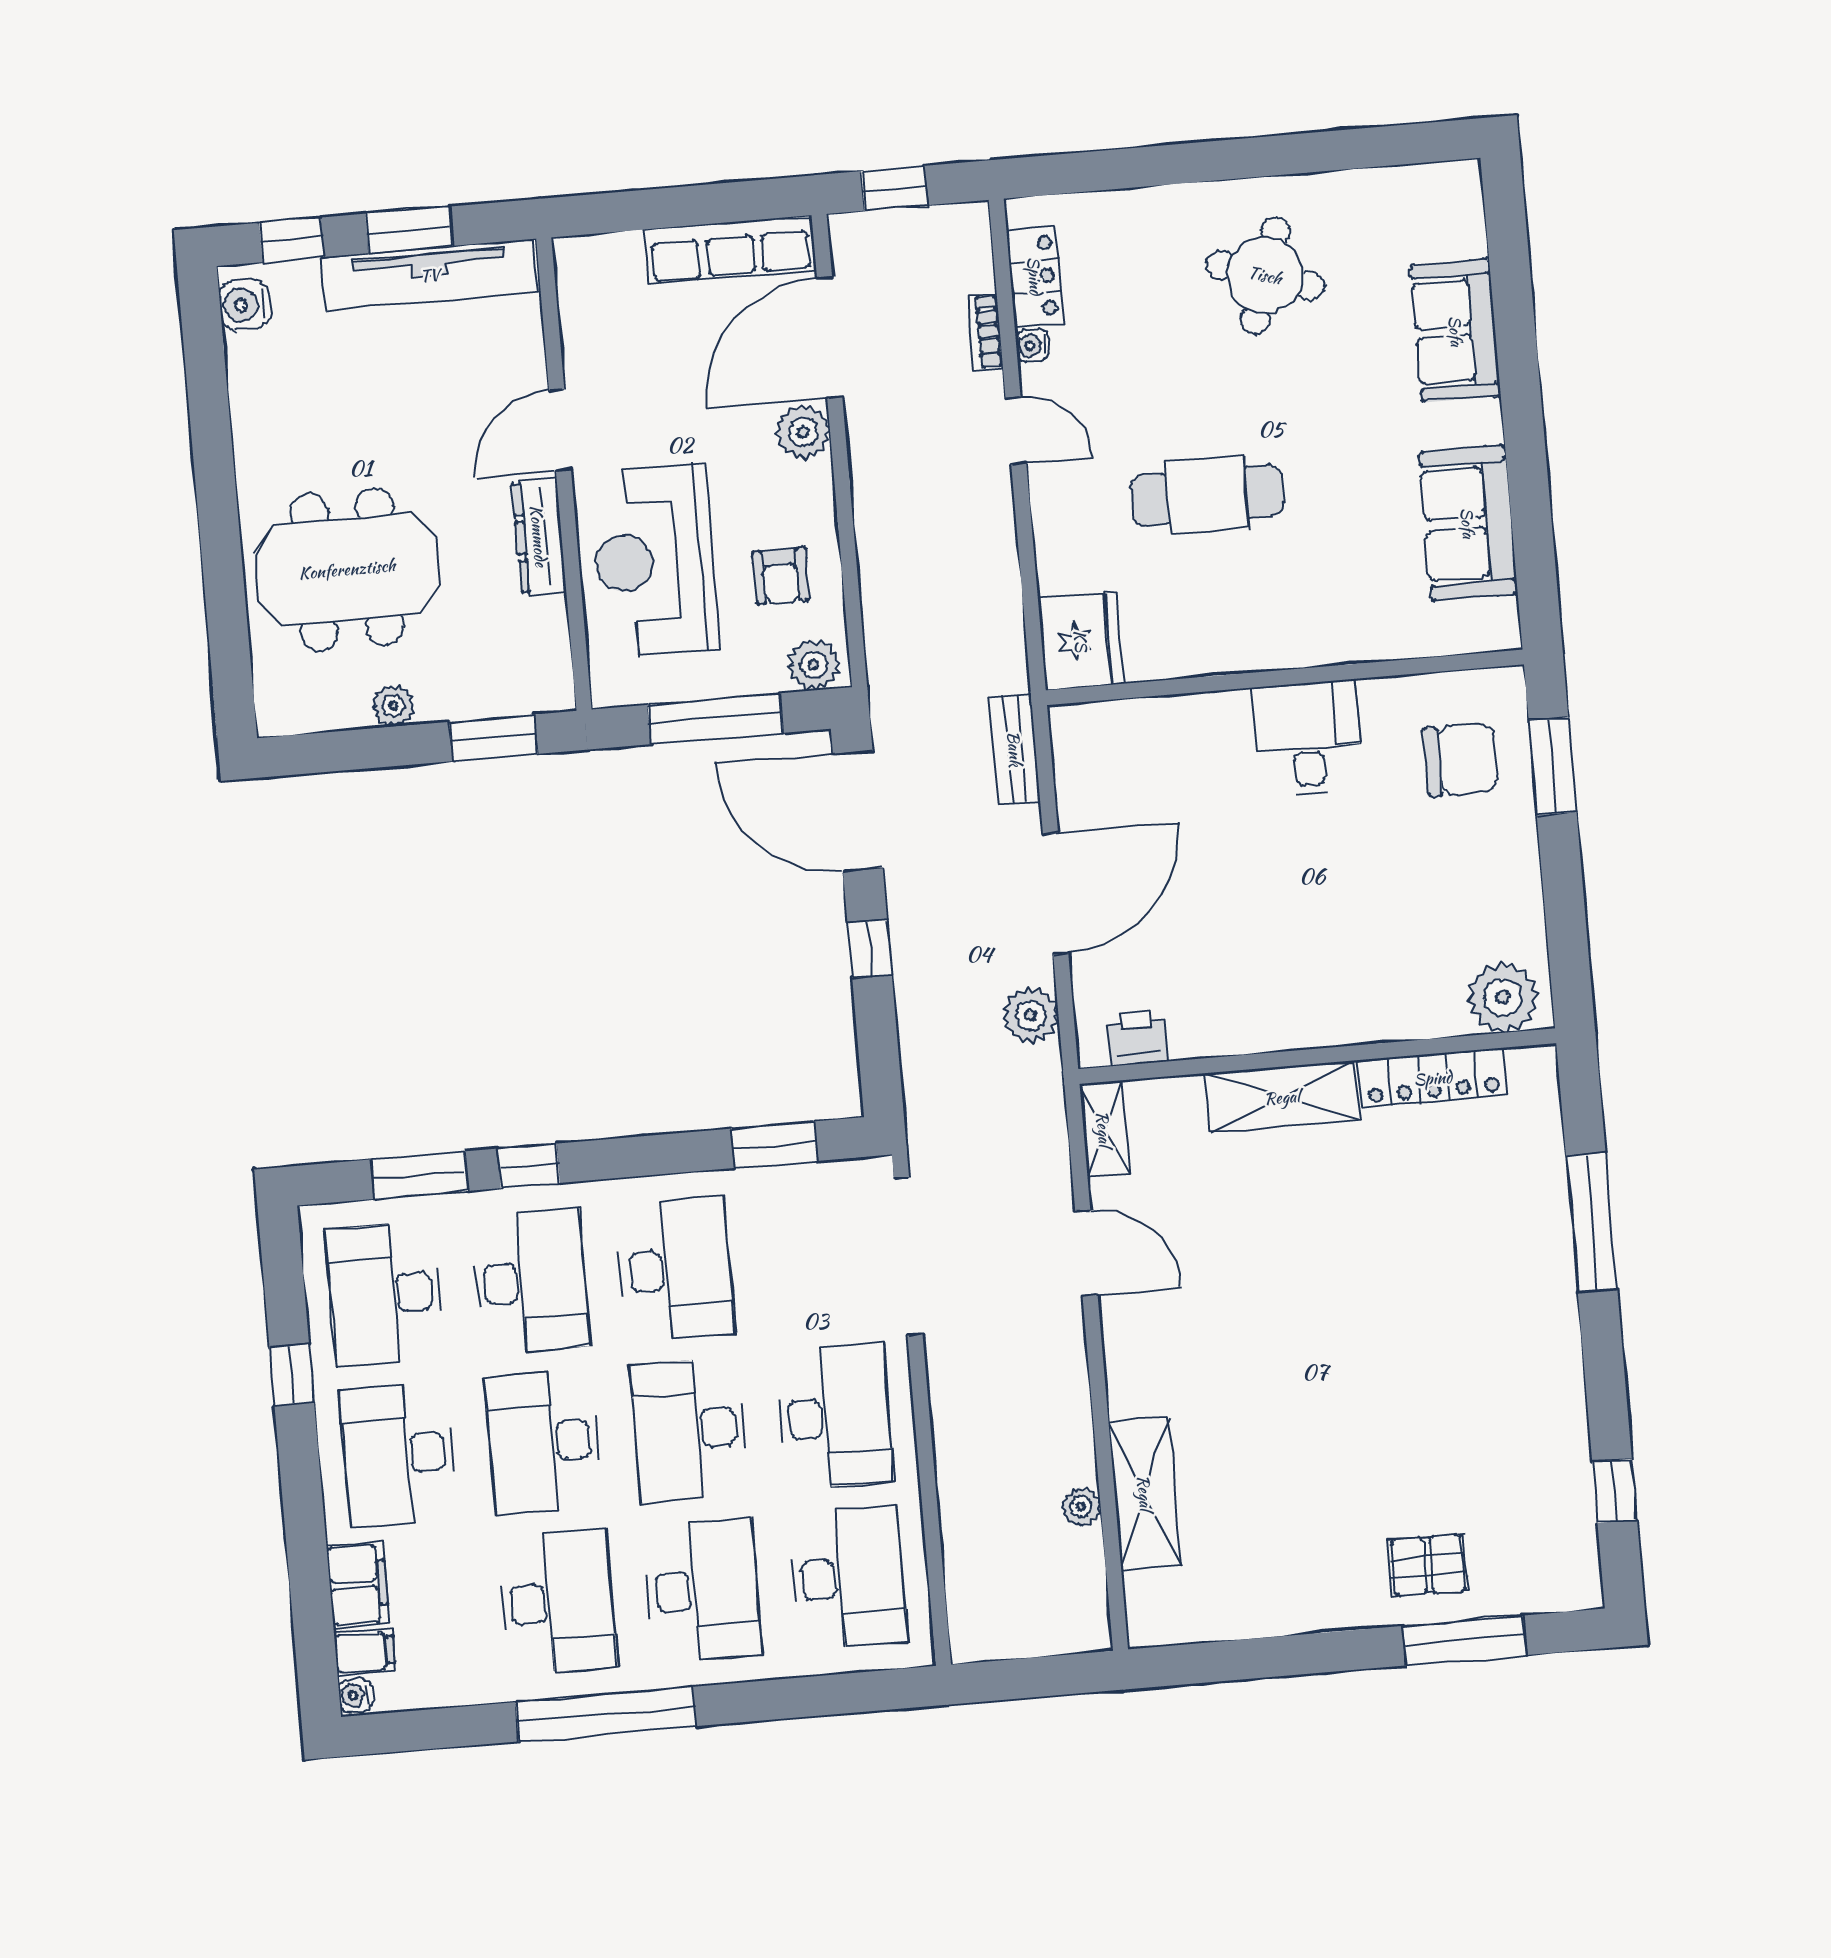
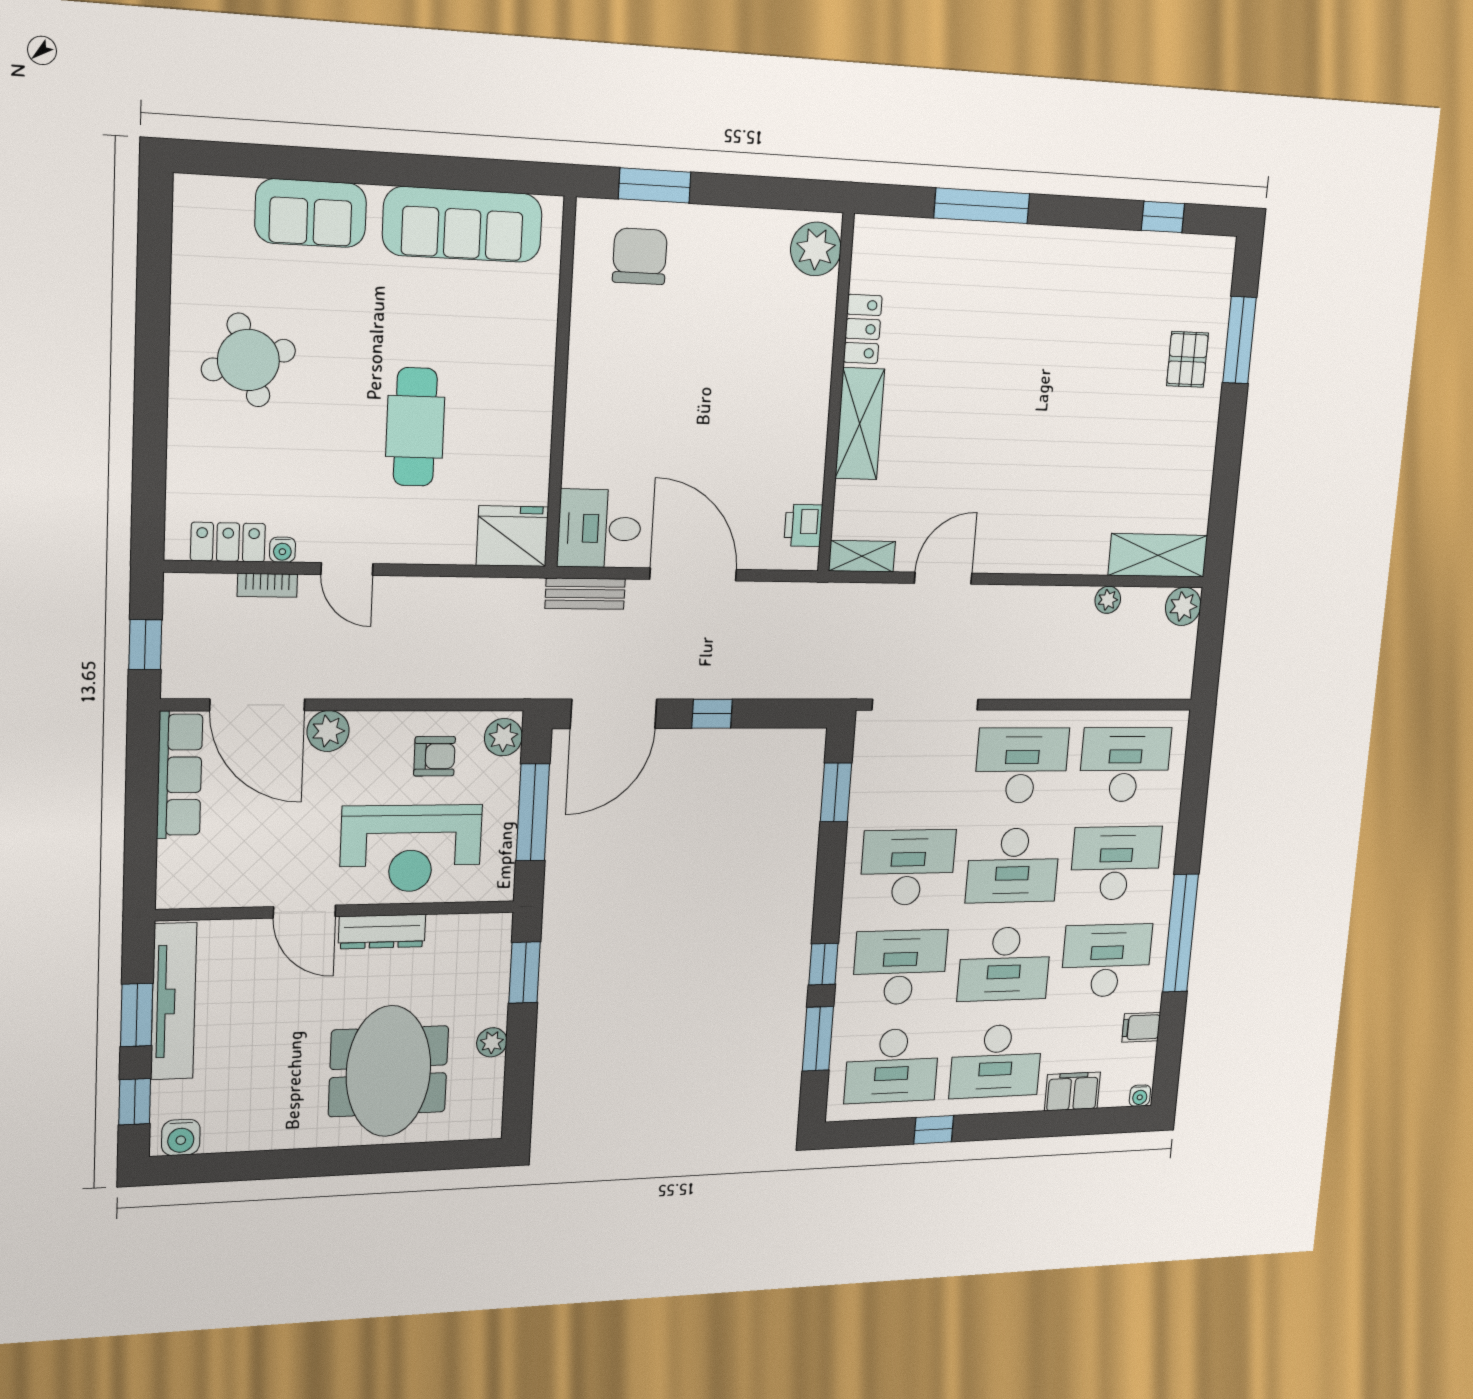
round table: (1265, 275) -> (248, 360), turned -35
door: (1016, 431) -> (347, 569), swing flipped
sofa: (1468, 523) -> (463, 224), width x1.36
desk: (1308, 739) -> (600, 529), moved
plant: (1031, 1015) -> (1183, 606), moved
locker: (1433, 1078) -> (863, 329), width x0.66
shelving: (1145, 1493) -> (1158, 555), moved
filing cabinet: (365, 1652) -> (1141, 1027), moved, turned -90

